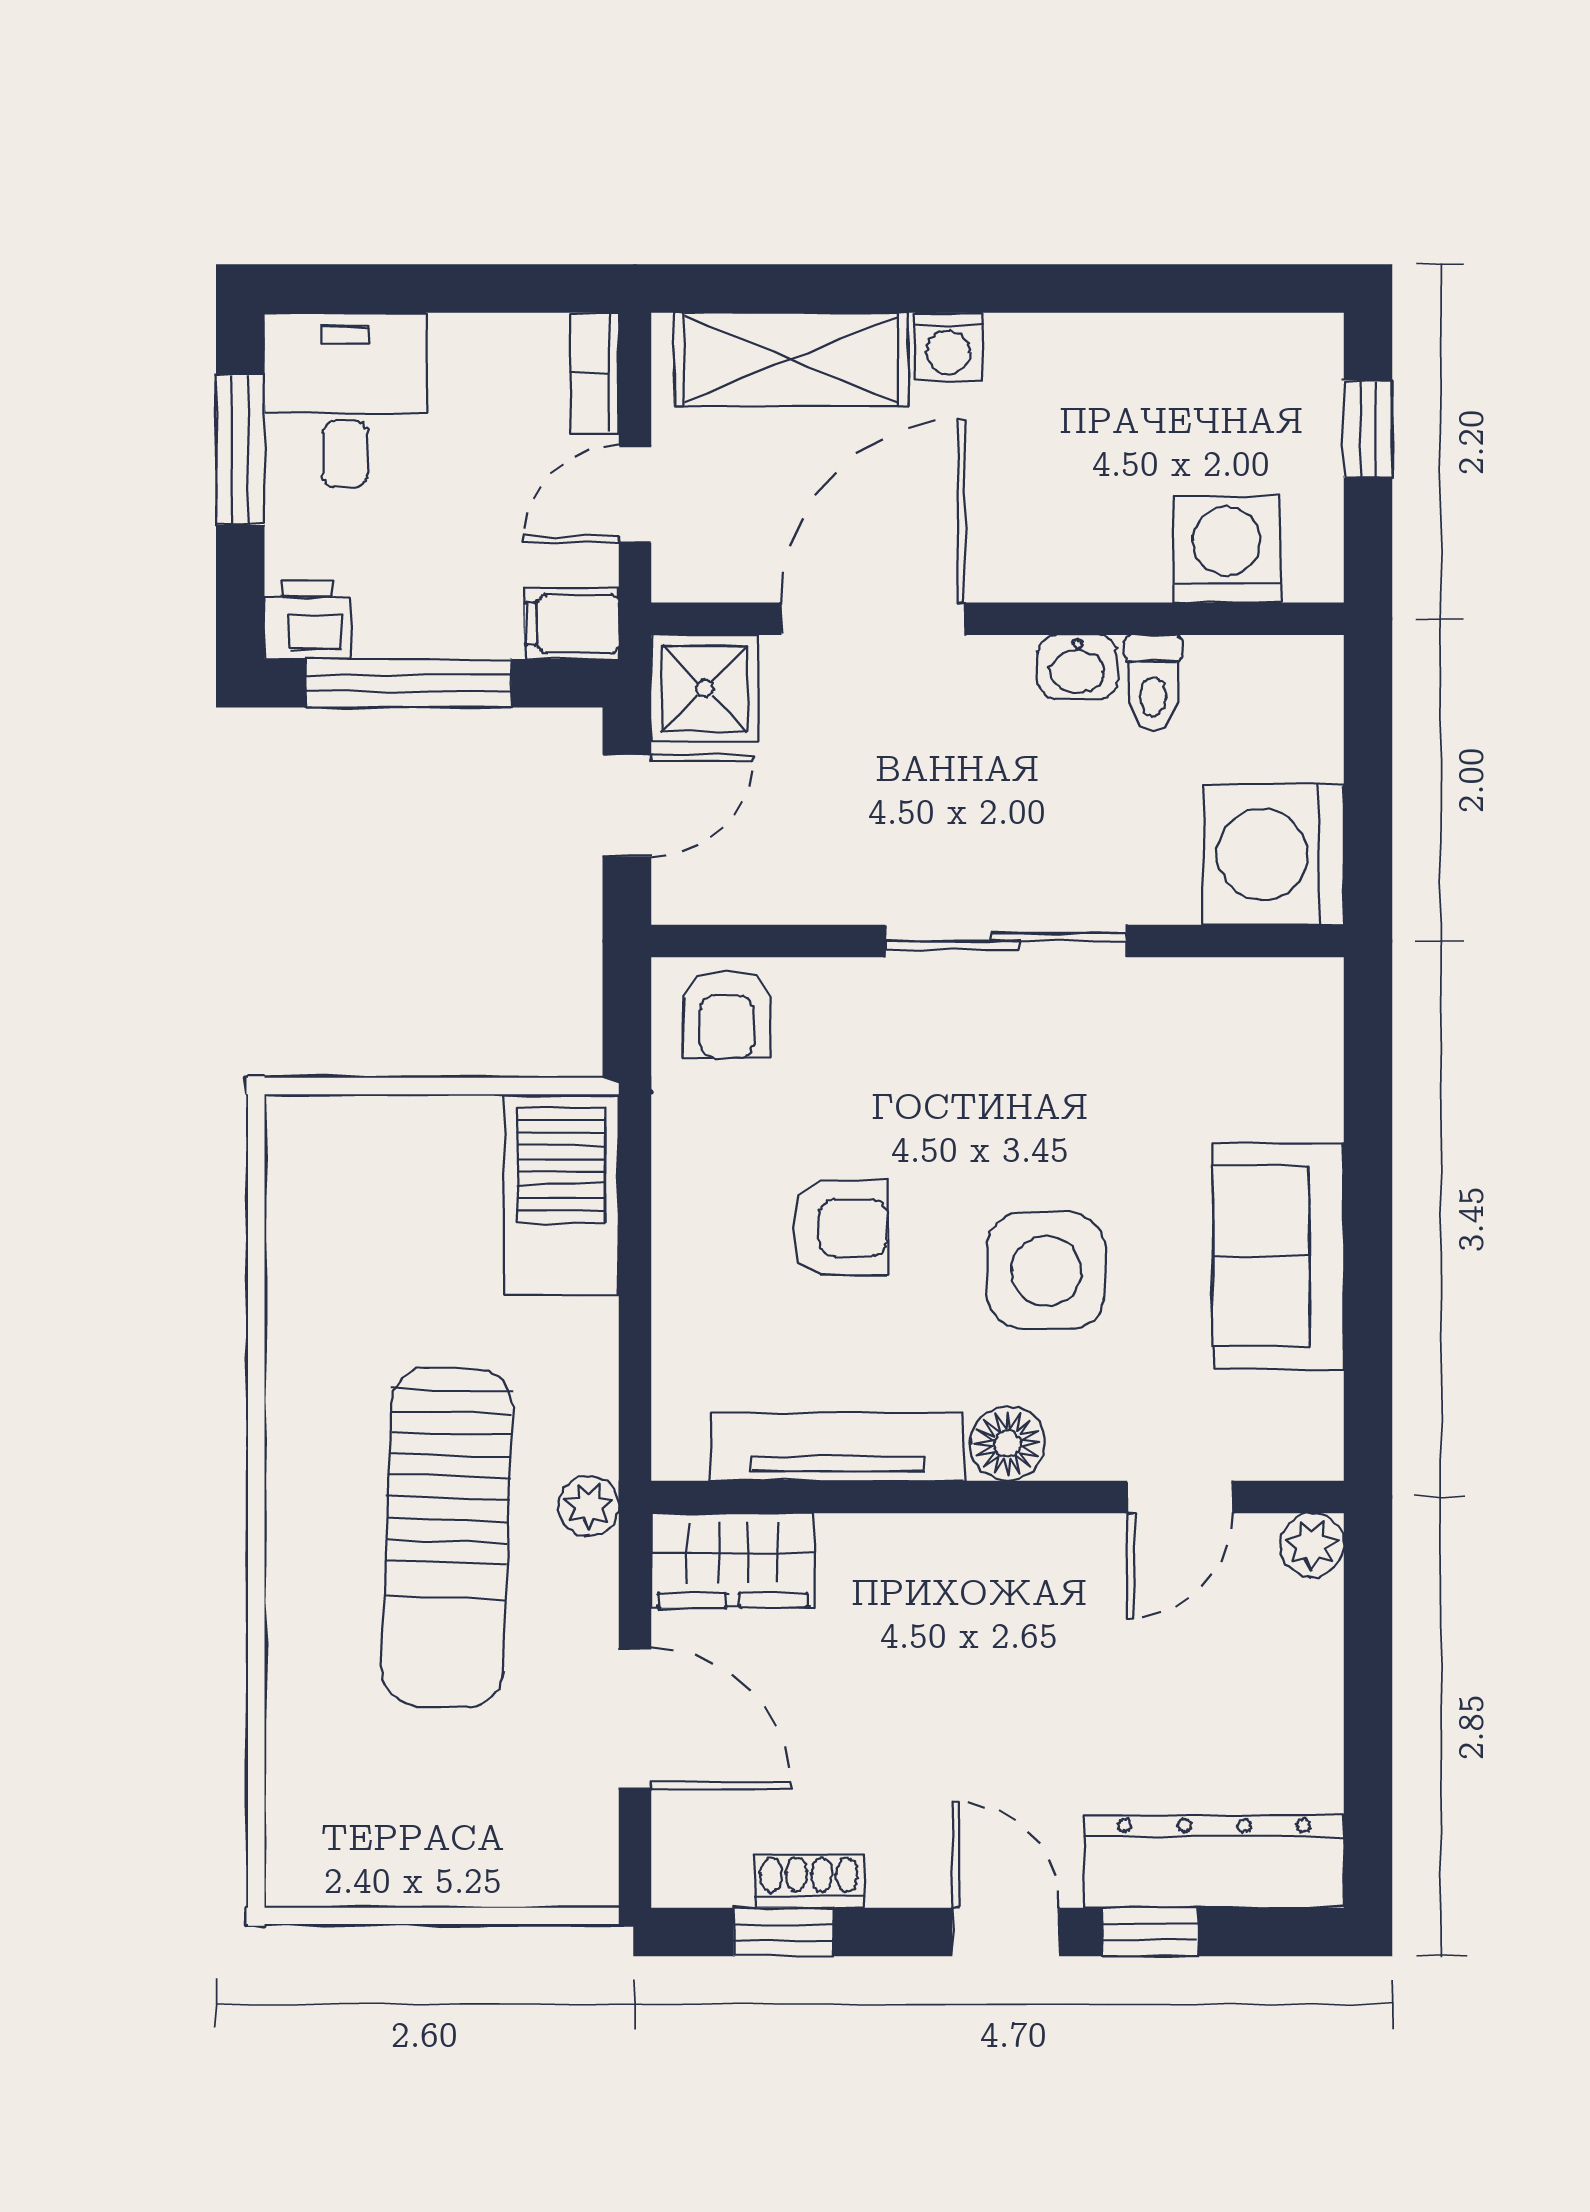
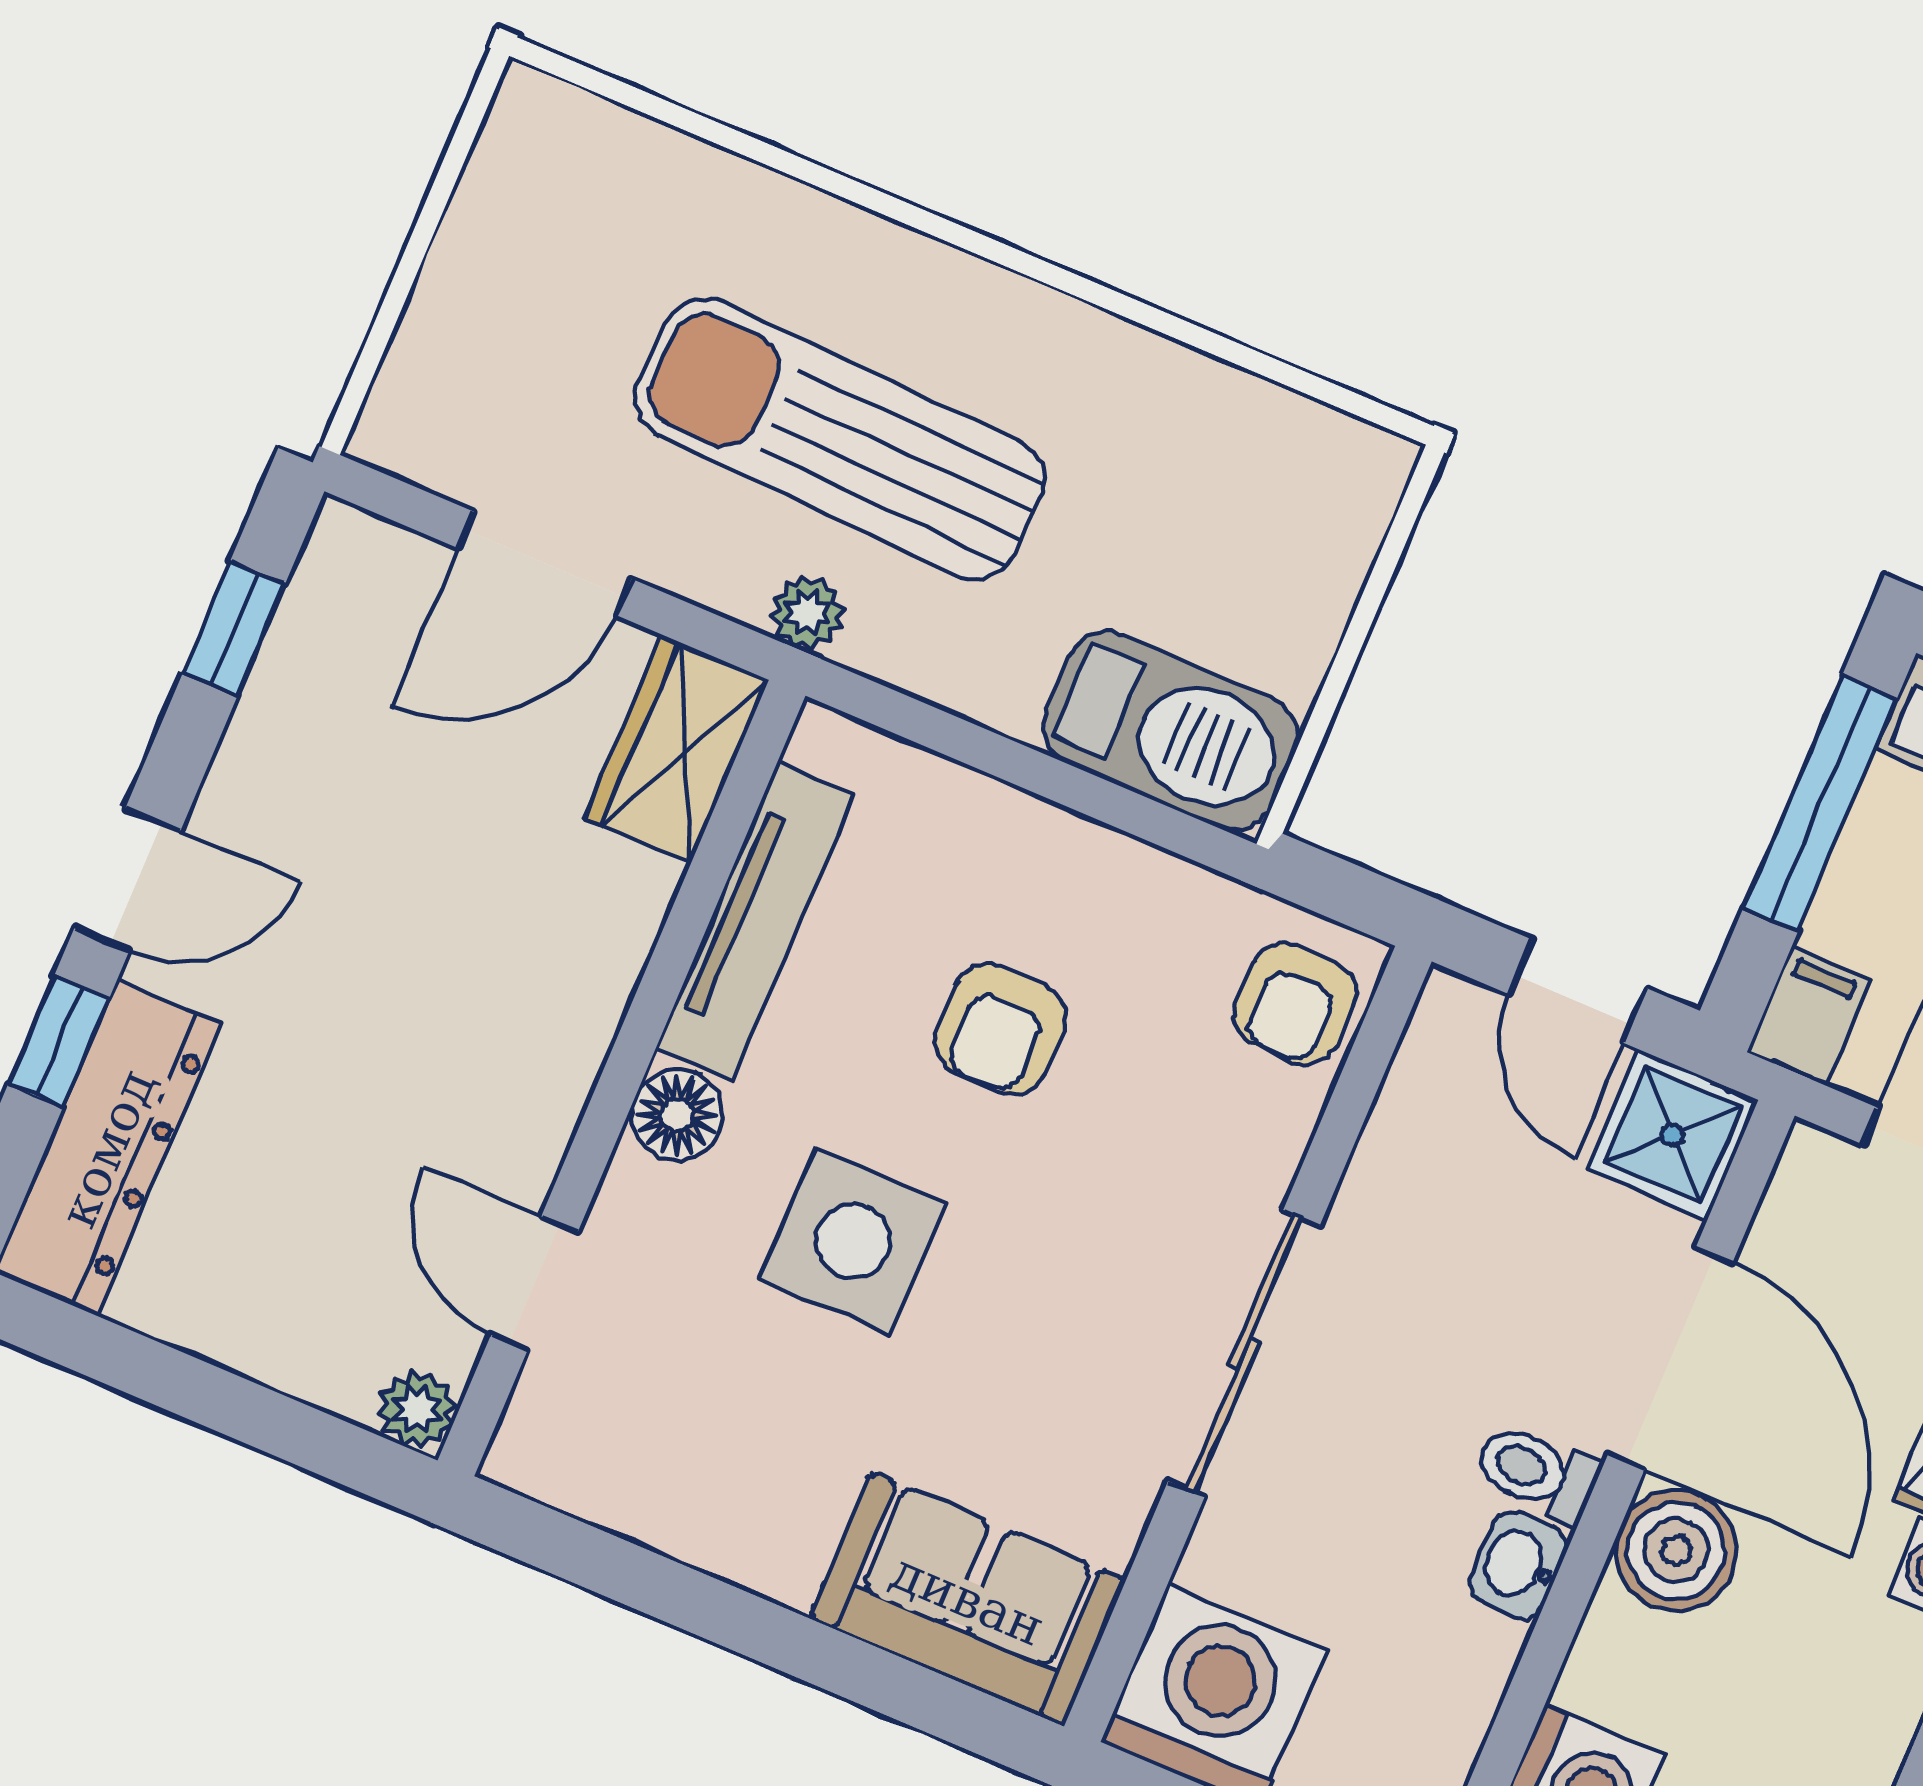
boiler: (1016, 553) -> (1676, 1550), added
toilet: (1153, 683) -> (1537, 1472), moved
armchair: (727, 1014) -> (1295, 1004), turned -90
sofa: (1279, 1256) -> (968, 1599), moved
shoe rack: (809, 1881) -> (279, 682), removed

